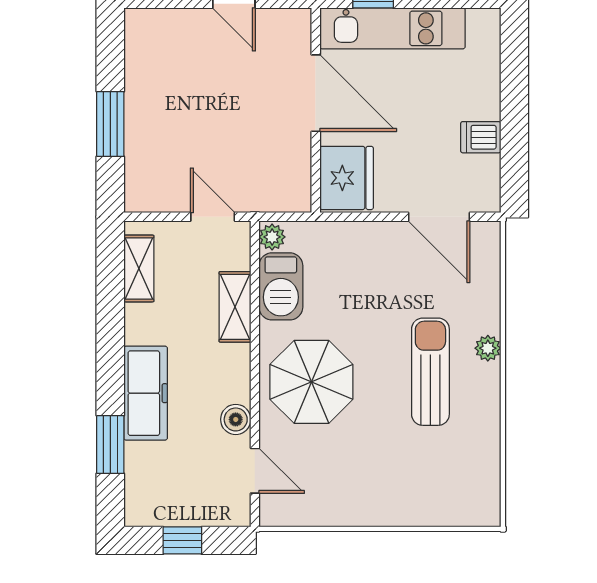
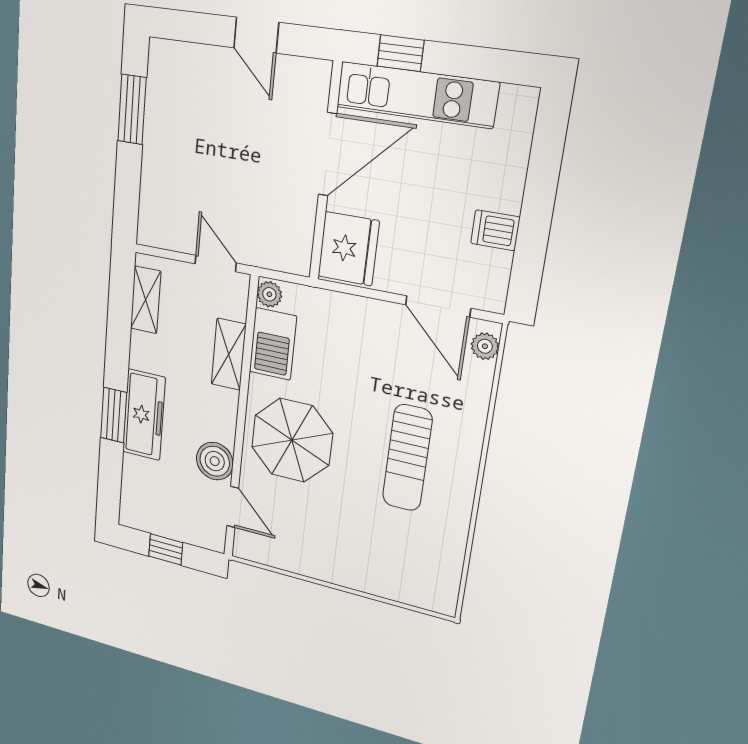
door: (316, 93) -> (328, 154), hinge flipped
window: (110, 124) -> (132, 109), moved
plant: (488, 348) -> (485, 346), moved
sun lounger: (430, 372) -> (407, 458), turned 180
boiler: (236, 419) -> (215, 461), width x1.36, depth x1.36
window: (110, 444) -> (114, 415), moved

